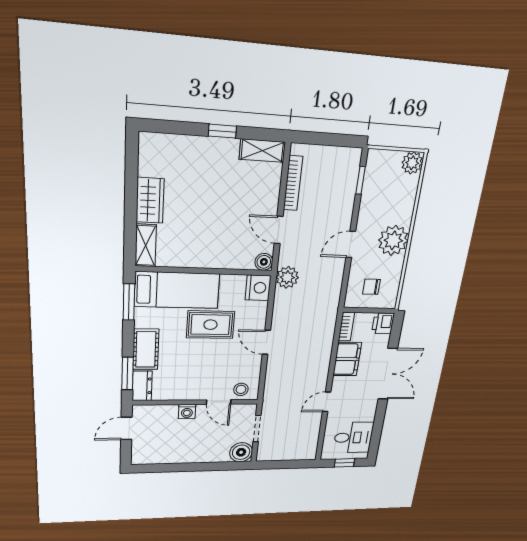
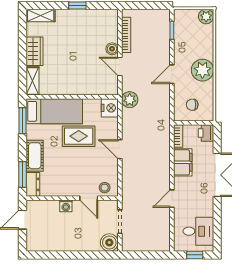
shelving: (262, 151) -> (41, 15), moved
boiler: (264, 262) -> (112, 49), moved

